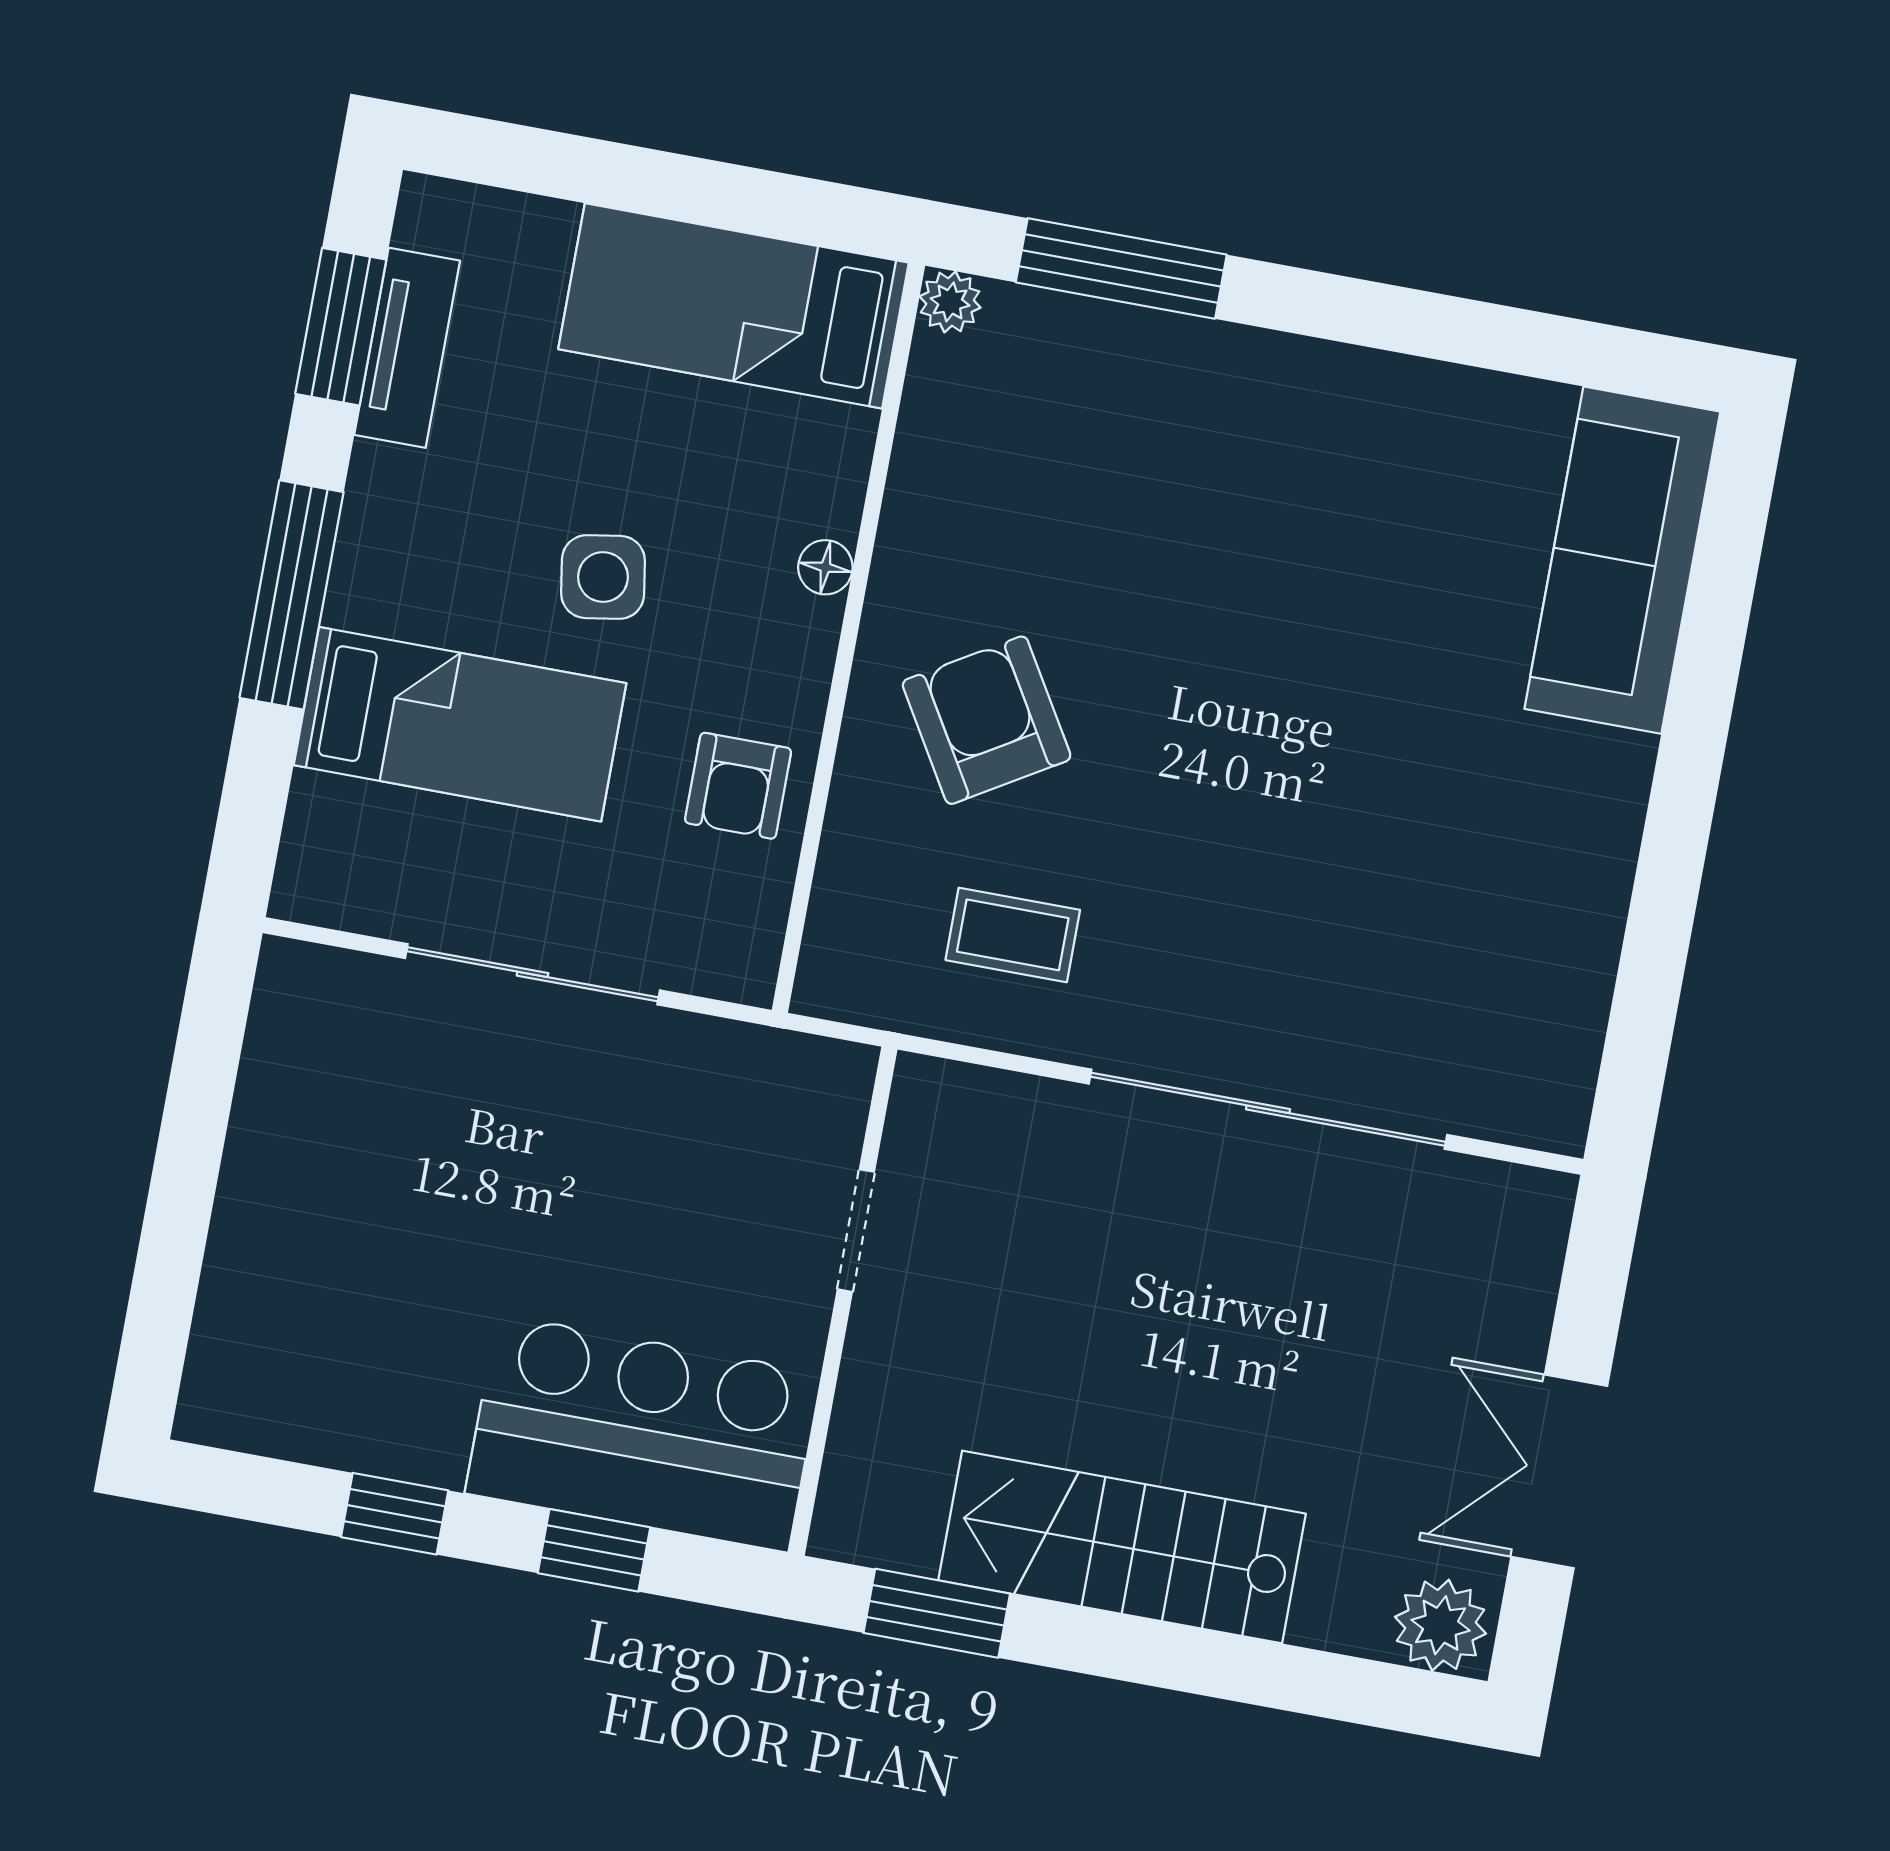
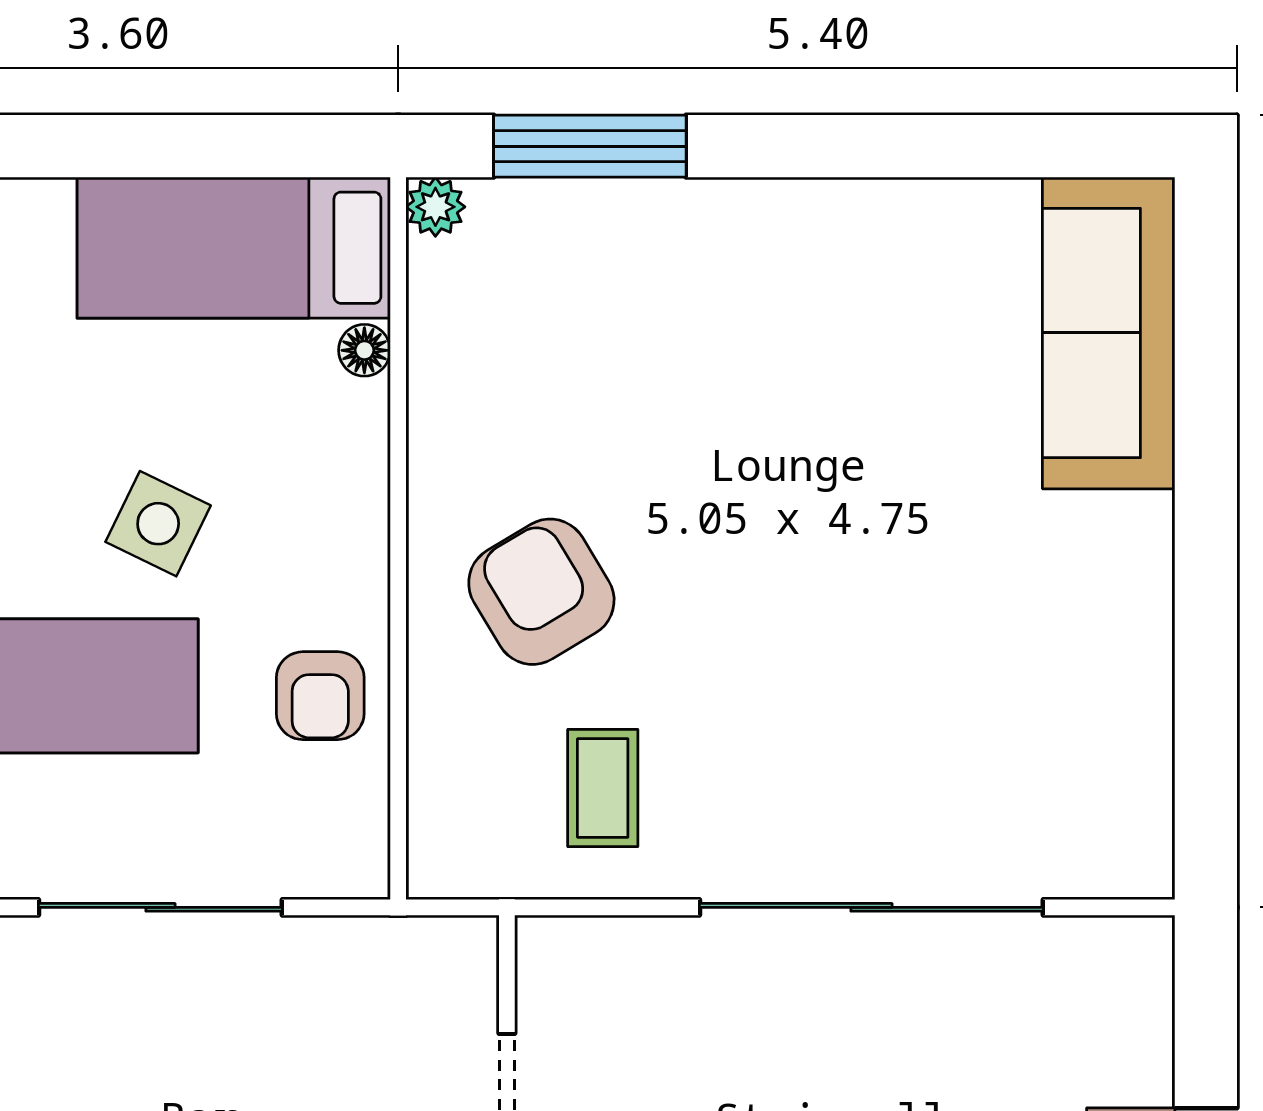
floor lamp: (825, 567) -> (364, 350), moved
side table: (603, 577) -> (158, 524), turned 35
coffee table: (1013, 935) -> (603, 788), turned 90

